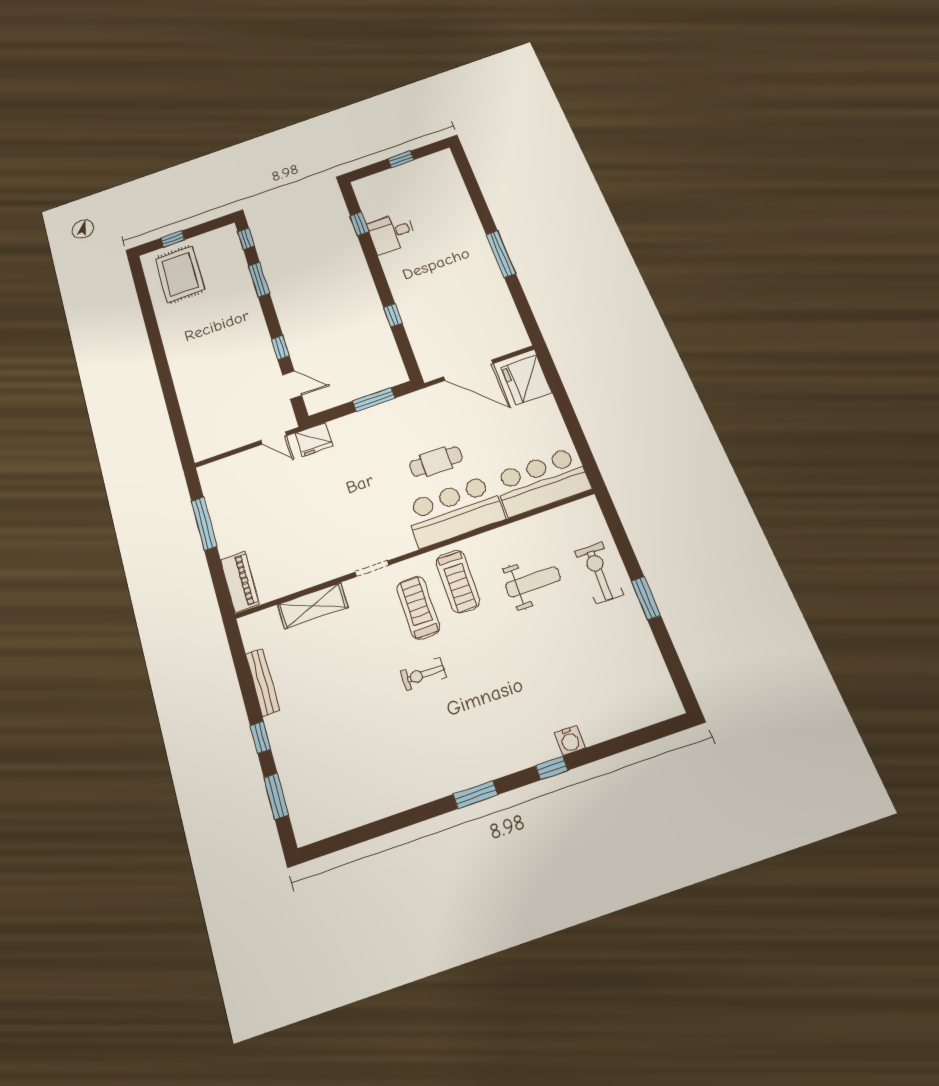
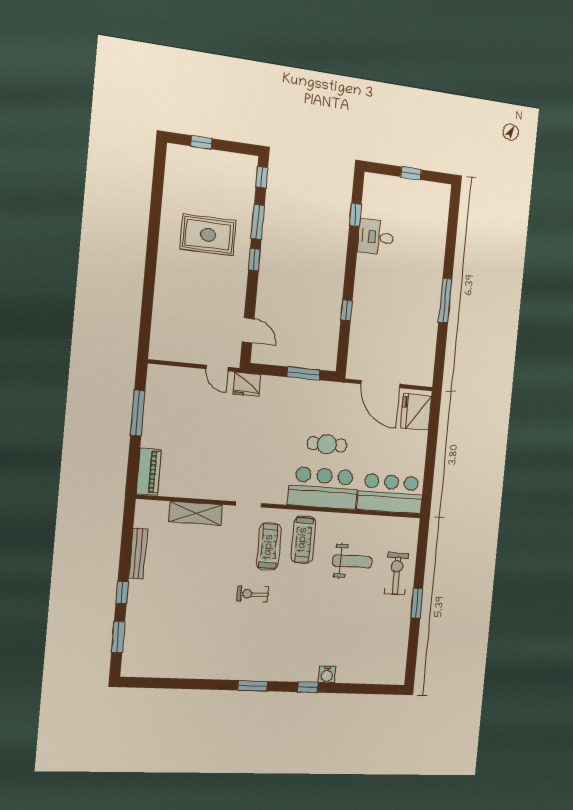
rug: (180, 274) -> (208, 235), moved, turned 90
window: (280, 348) -> (254, 260), moved

